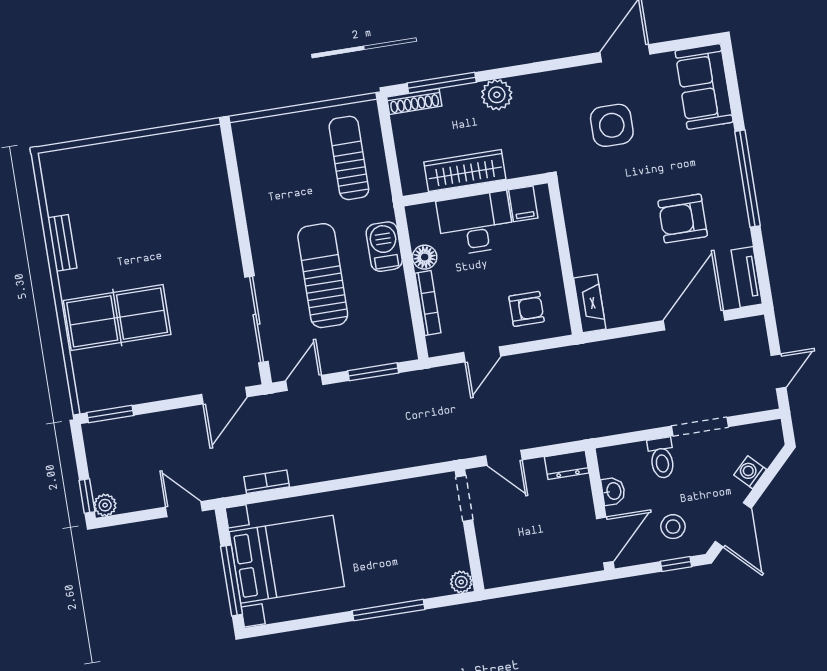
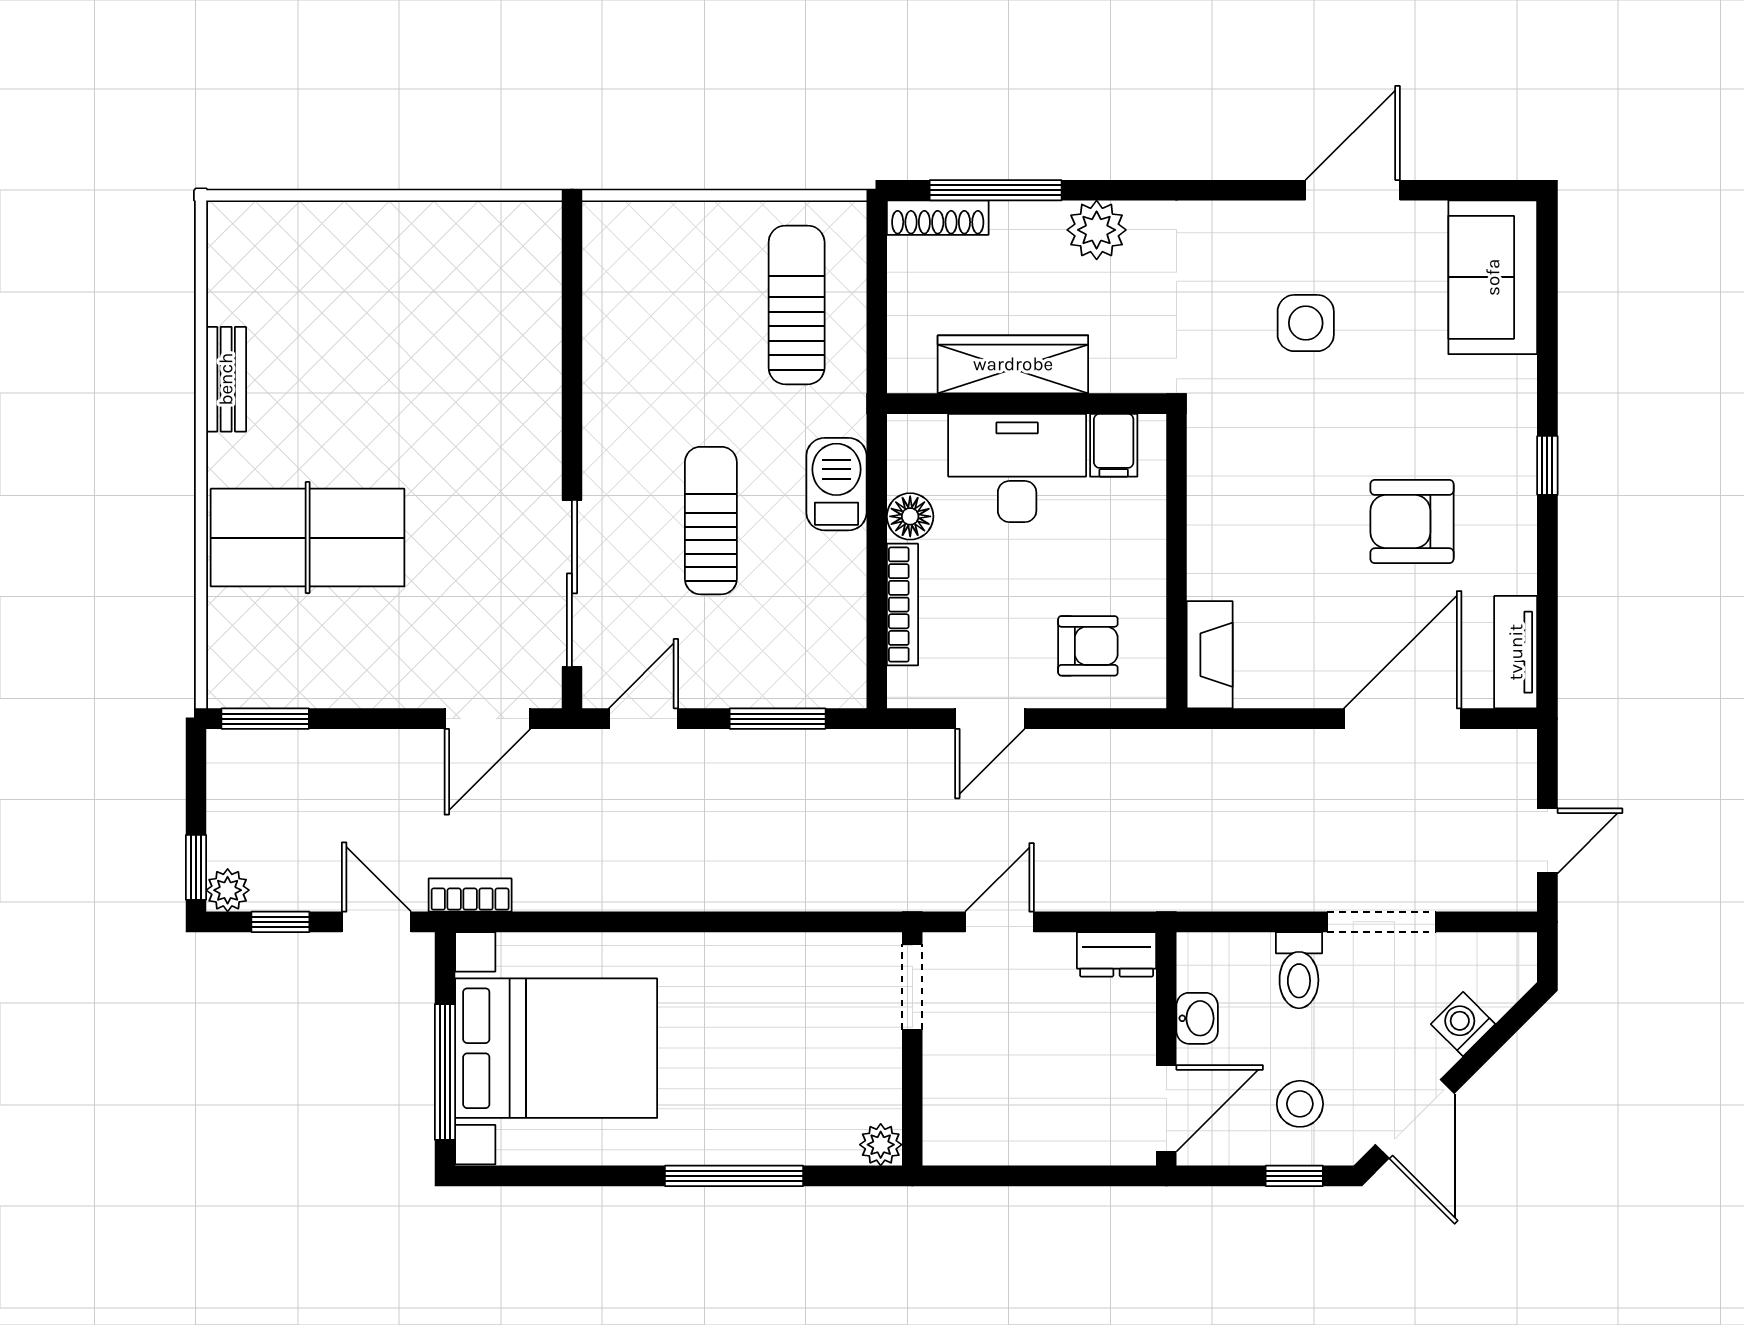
side table: (612, 125) -> (1306, 323), width x0.73, depth x0.73
window: (748, 179) -> (1547, 465), width x0.32
sun lounger: (323, 276) -> (711, 521), width x0.73, depth x0.75
door: (504, 458) -> (1000, 922), swing flipped
bookcase: (267, 482) -> (470, 895), moved
window: (135, 517) -> (280, 922), added

